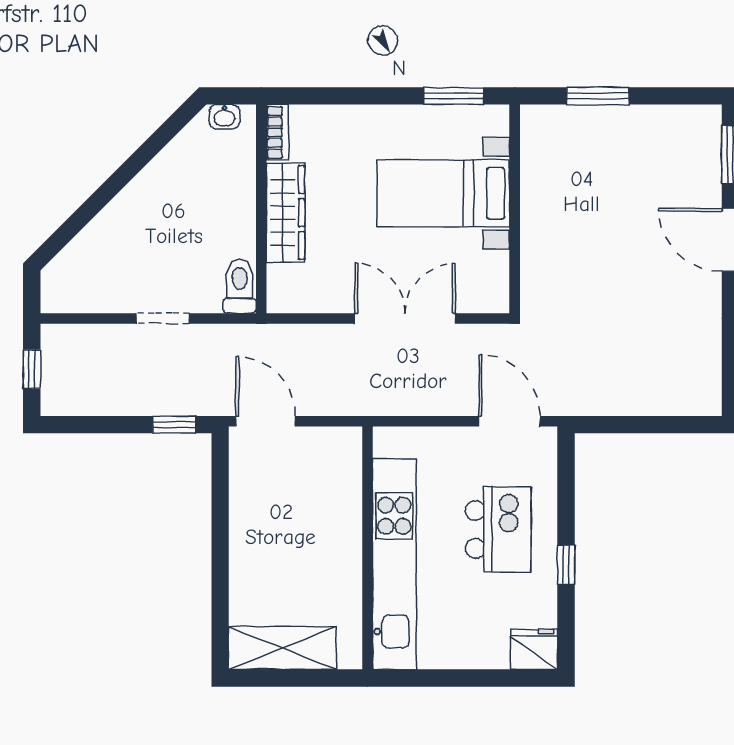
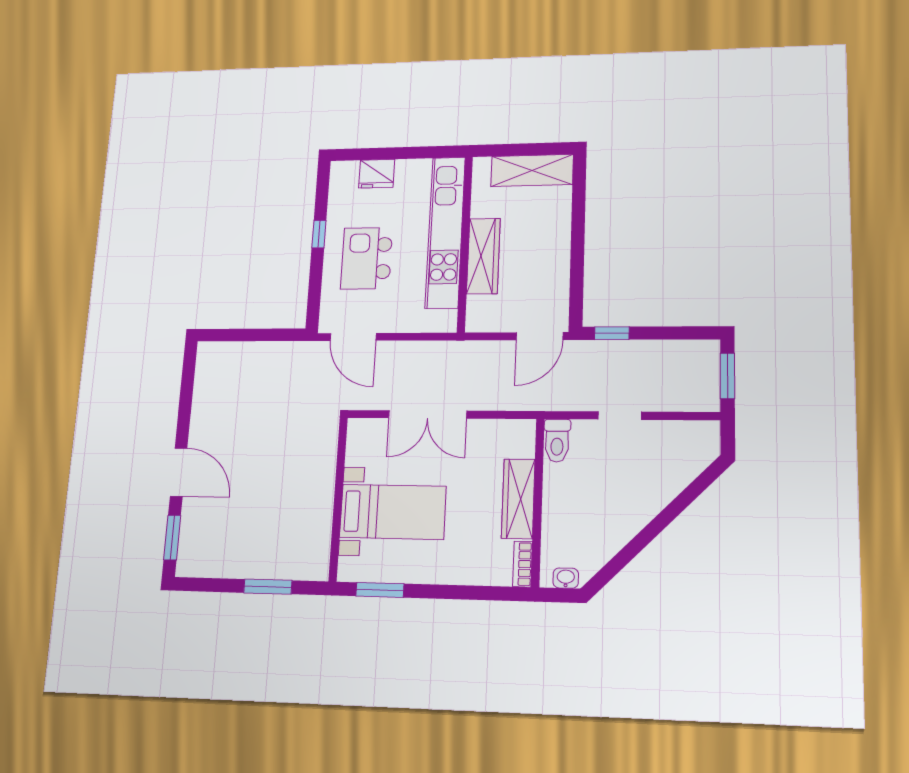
window: (32, 369) -> (727, 376), width x1.50
door: (266, 421) -> (540, 336), hinge flipped
wardrobe: (342, 530) -> (483, 256), added
fridge: (534, 649) -> (377, 174), moved

